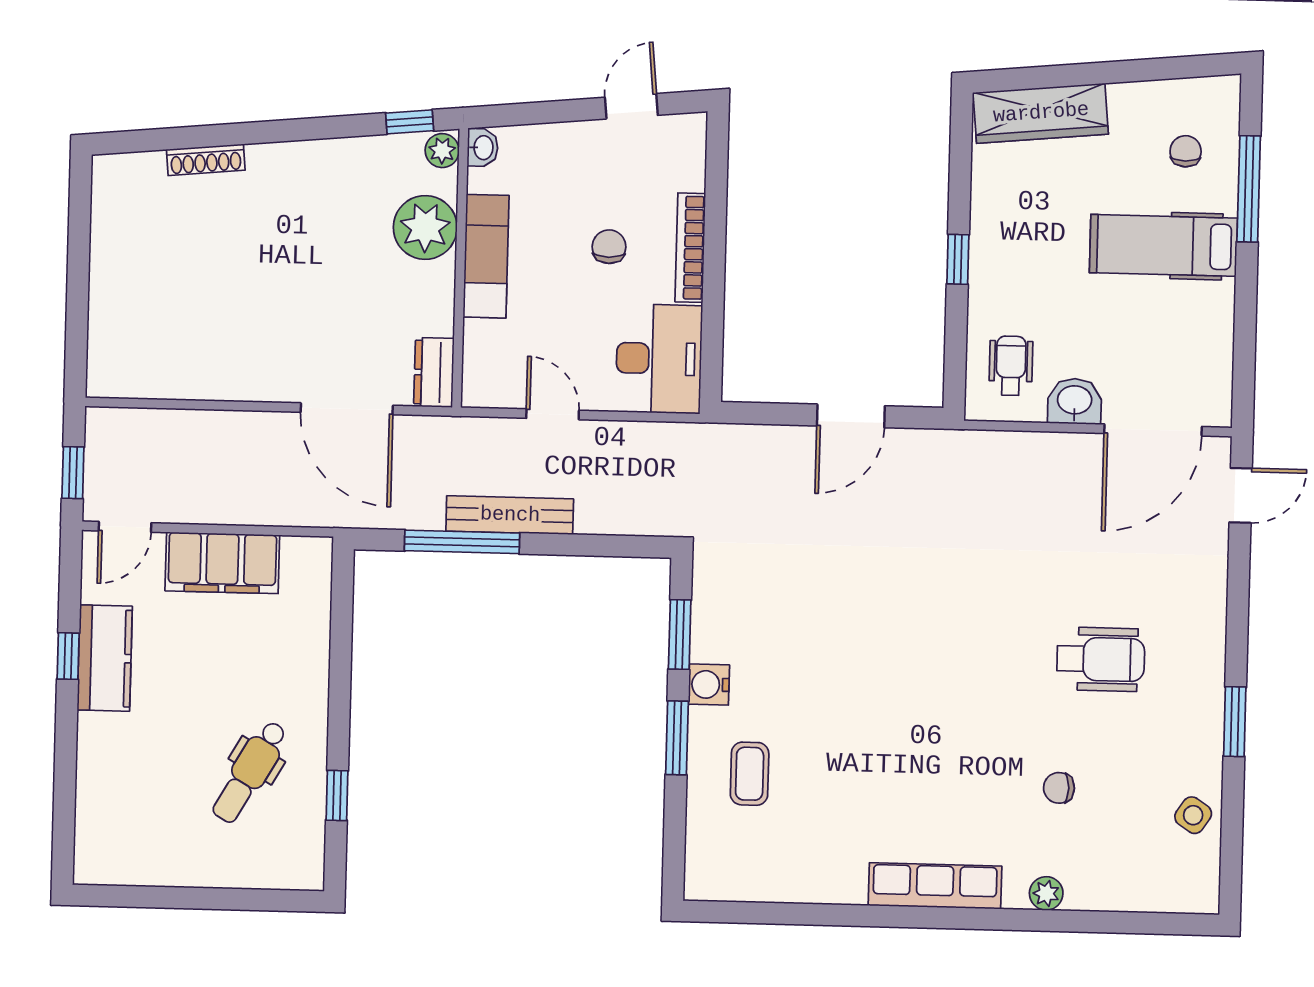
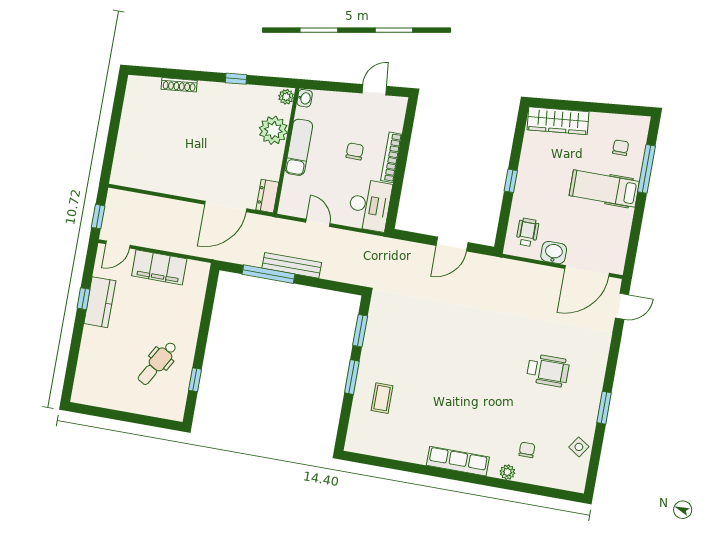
window: (410, 122) -> (236, 79), moved
door: (347, 409) -> (226, 206), hinge flipped
water cooler: (709, 685) -> (370, 355), removed
chair: (1059, 788) -> (527, 450), moved, turned 90

